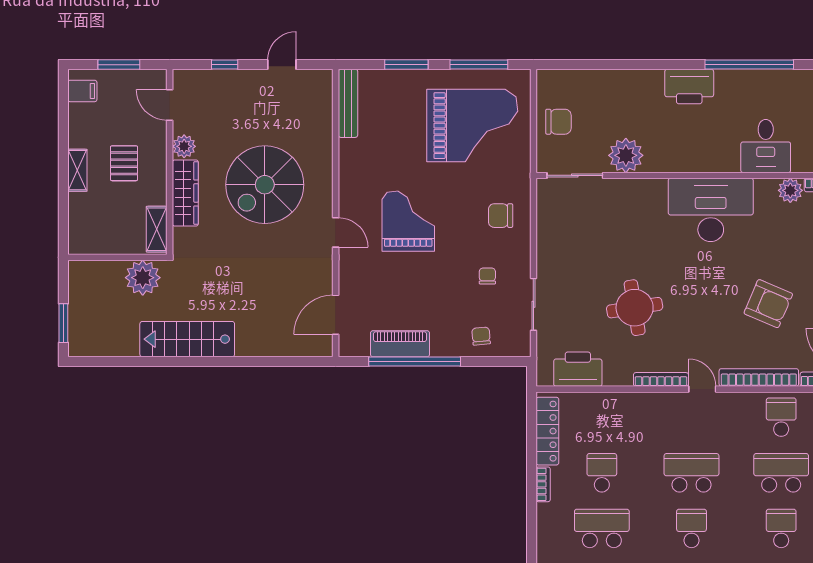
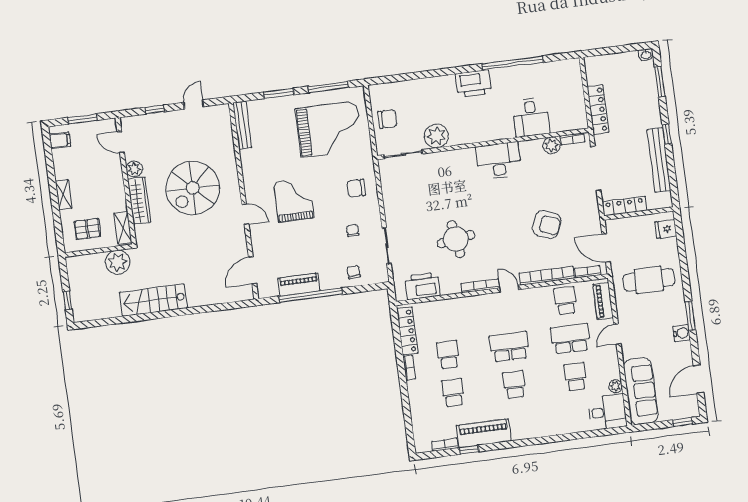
pallet: (124, 163) -> (87, 229), moved, turned 90
desk: (711, 210) -> (498, 161), width x0.73, depth x0.77
window: (63, 323) -> (67, 300), width x0.67
school desk: (602, 528) -> (453, 393), width x0.54

